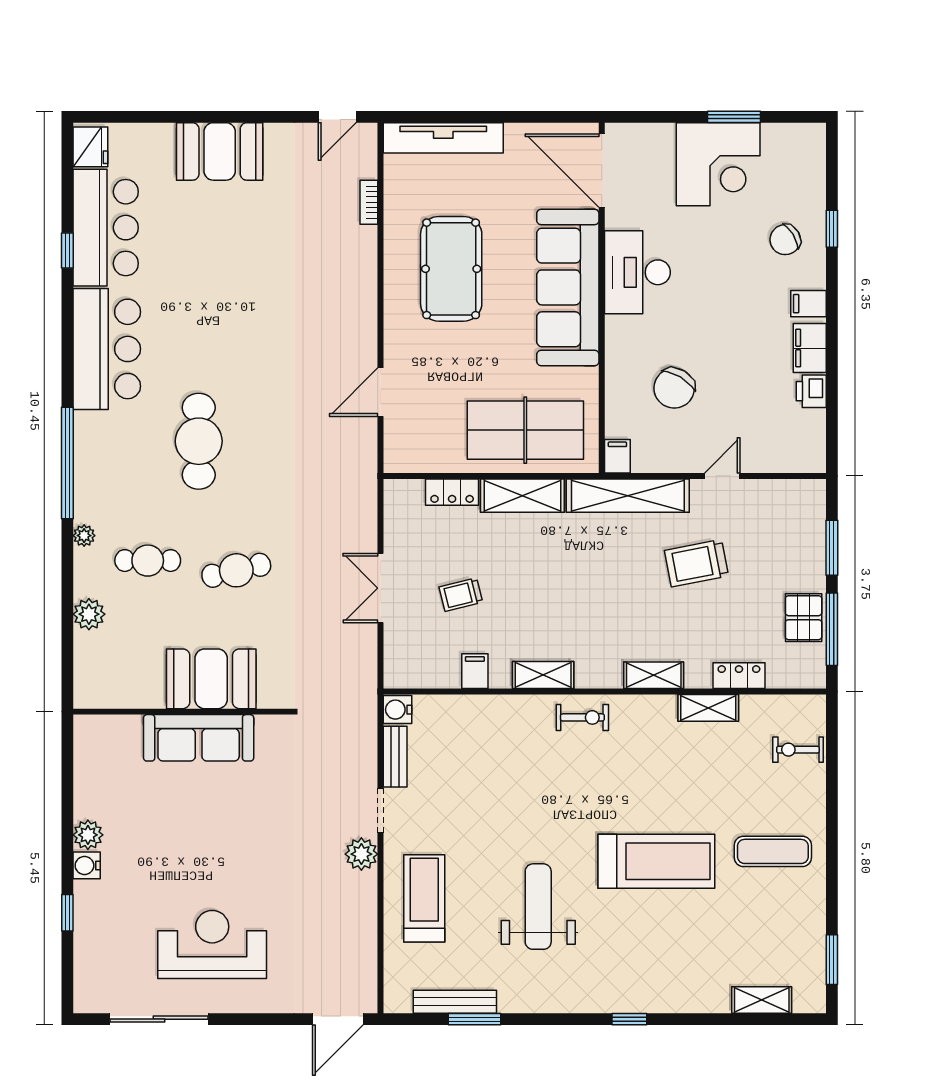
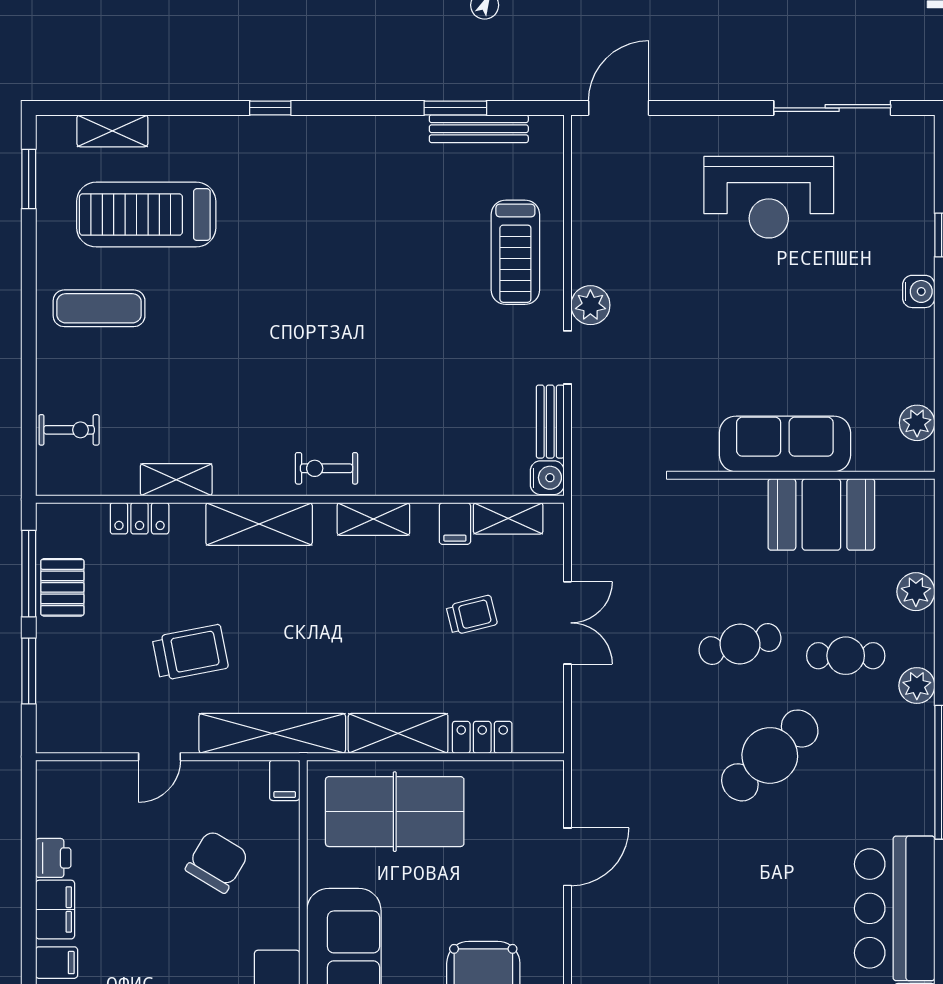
cafe table: (199, 441) -> (770, 755), moved, turned 48
plant: (84, 536) -> (917, 686), width x1.38, depth x1.38
shelving: (654, 675) -> (259, 524), width x1.50, depth x1.33
shelving: (430, 676) -> (508, 518), added
booth: (211, 679) -> (821, 514), moved
plant: (88, 835) -> (917, 423), moved
treadmill: (656, 861) -> (146, 215), moved
weight bench: (538, 907) -> (379, 242), removed

